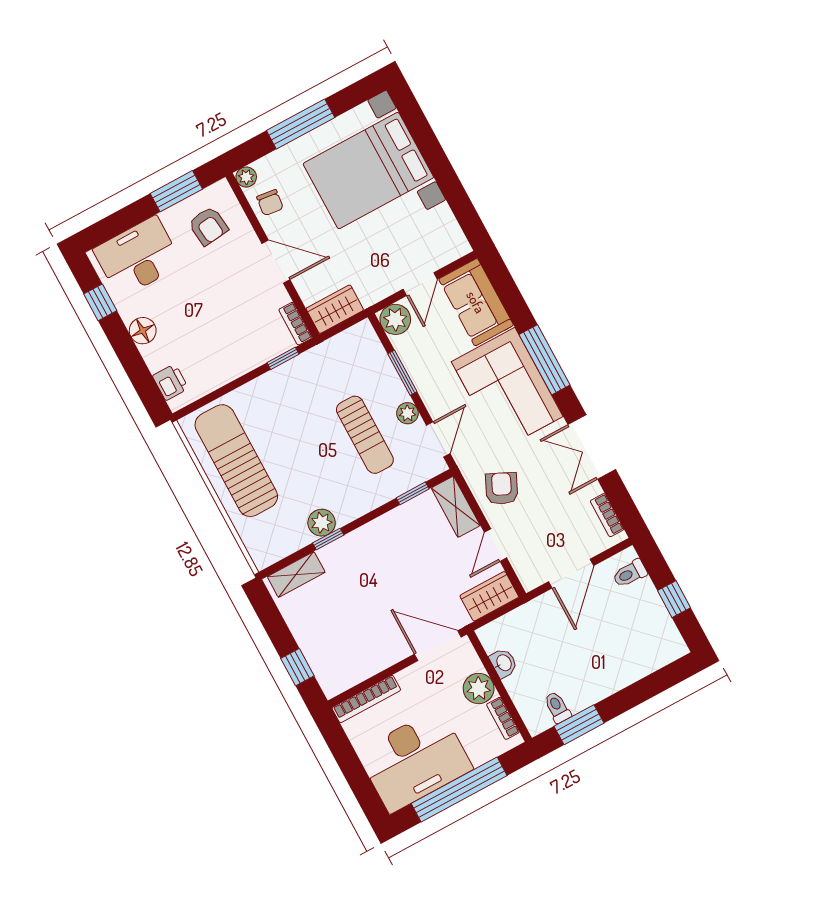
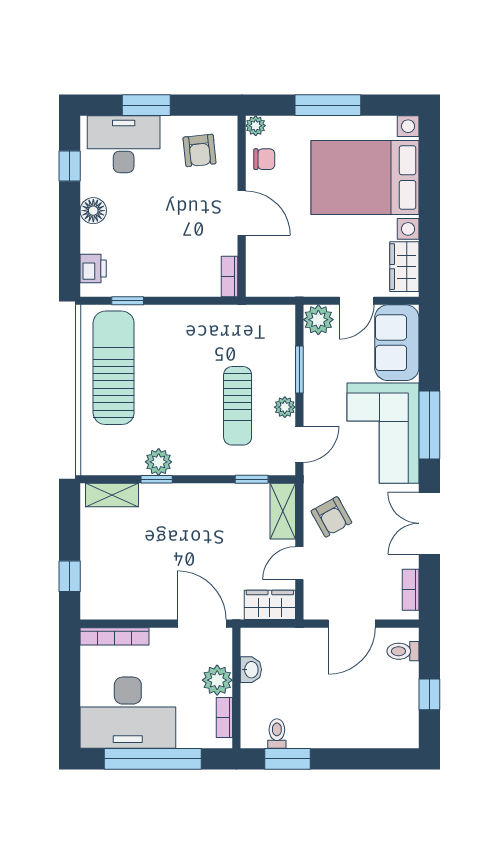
window: (176, 191) -> (146, 105), moved
chair: (270, 203) -> (264, 159), turned -97
wardrobe: (335, 309) -> (404, 267), moved, turned -90
window: (283, 358) -> (128, 301), moved
armchair: (502, 488) -> (331, 517), turned 126

